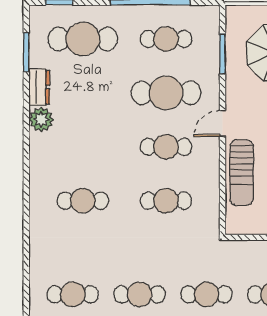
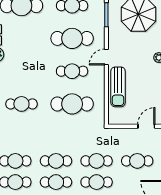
cafe table: (166, 201) -> (72, 104), width x1.37, depth x1.35

